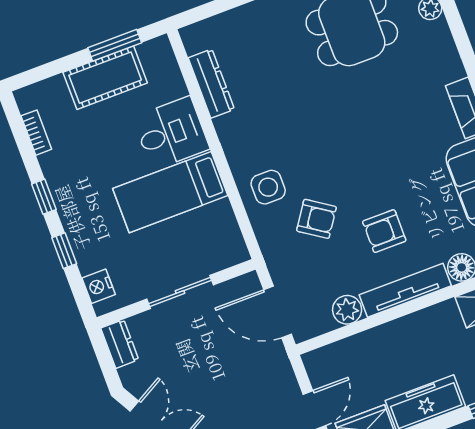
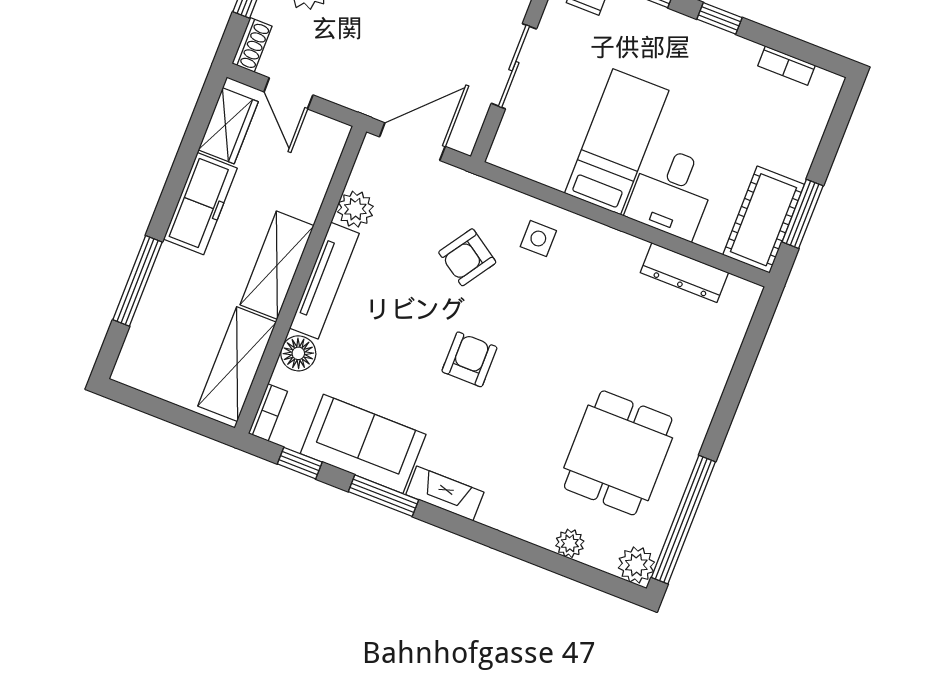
cot: (105, 78) -> (764, 220), moved
side table: (268, 187) -> (538, 239), width x0.73, depth x0.73
armchair: (384, 231) -> (469, 359), moved
shelving: (421, 326) -> (277, 265), added

